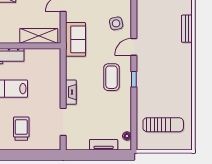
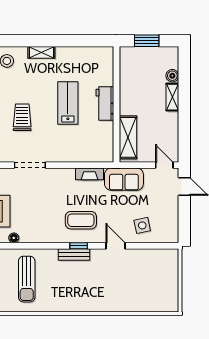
bench: (187, 29) -> (74, 254), moved
fireplace: (71, 92) -> (90, 174), moved
trolley: (21, 129) -> (22, 117), turned -90

